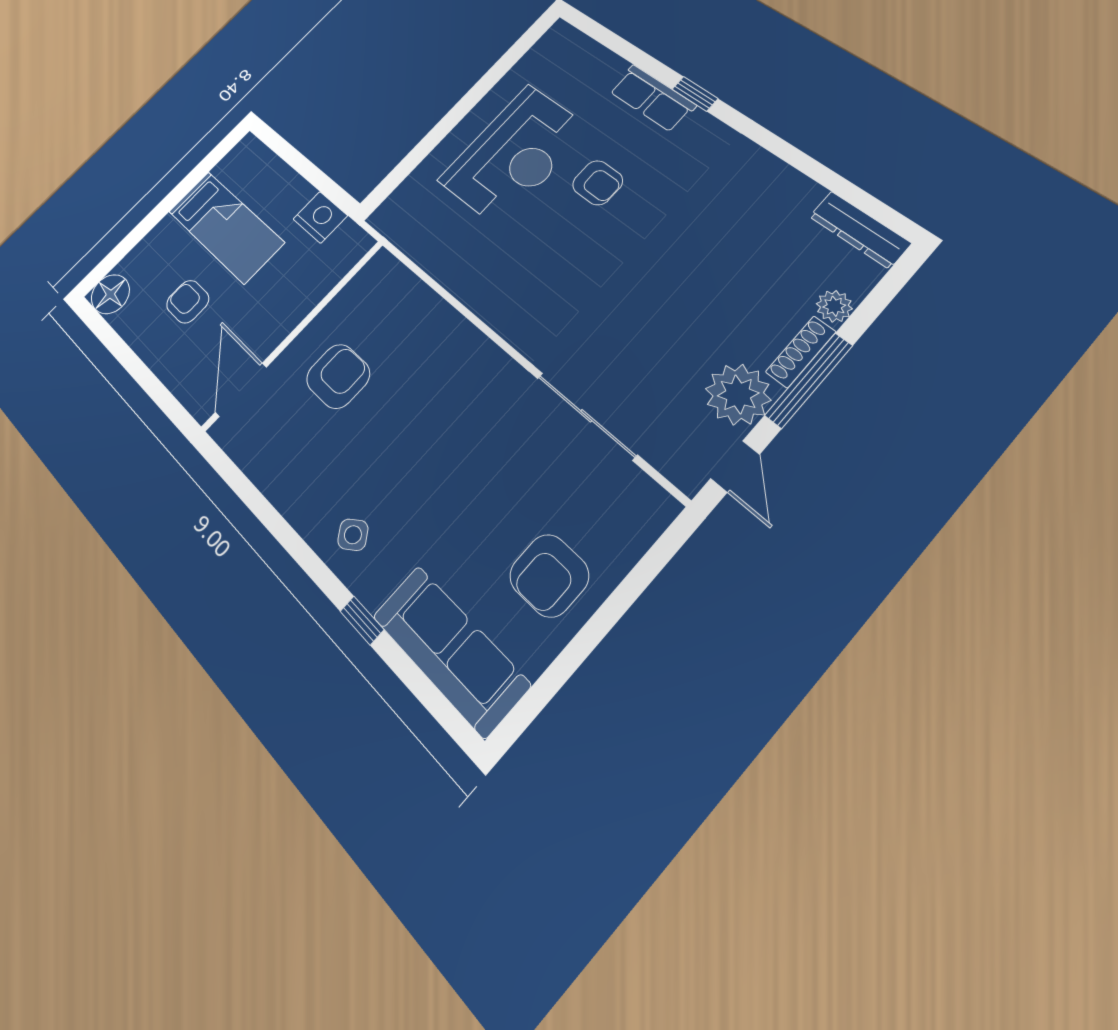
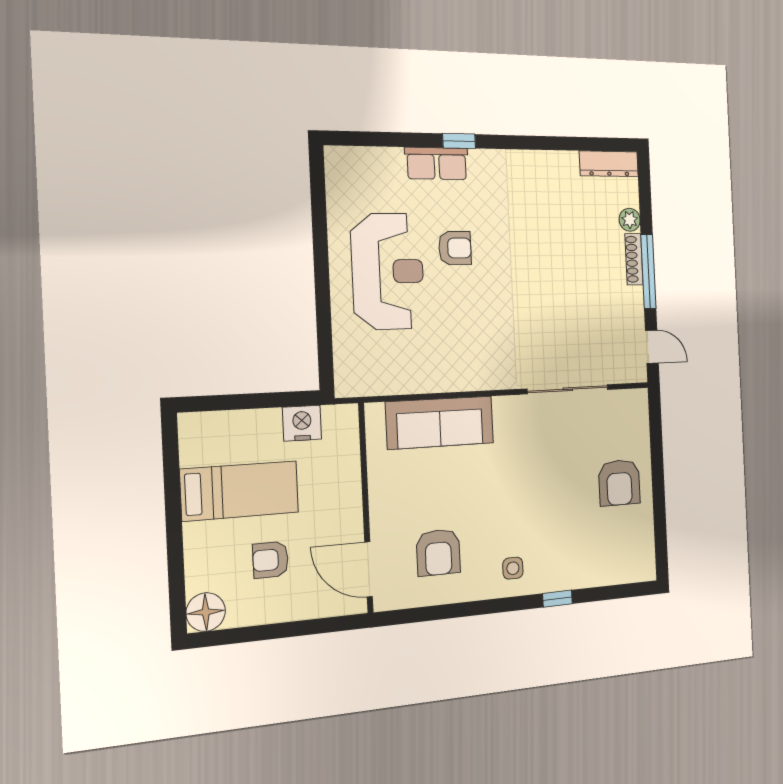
armchair: (338, 376) -> (438, 552), moved, turned 180
plant: (738, 394) -> (625, 309), removed
side table: (353, 535) -> (513, 568), turned 36
sofa: (450, 650) -> (440, 423), moved, turned 180

